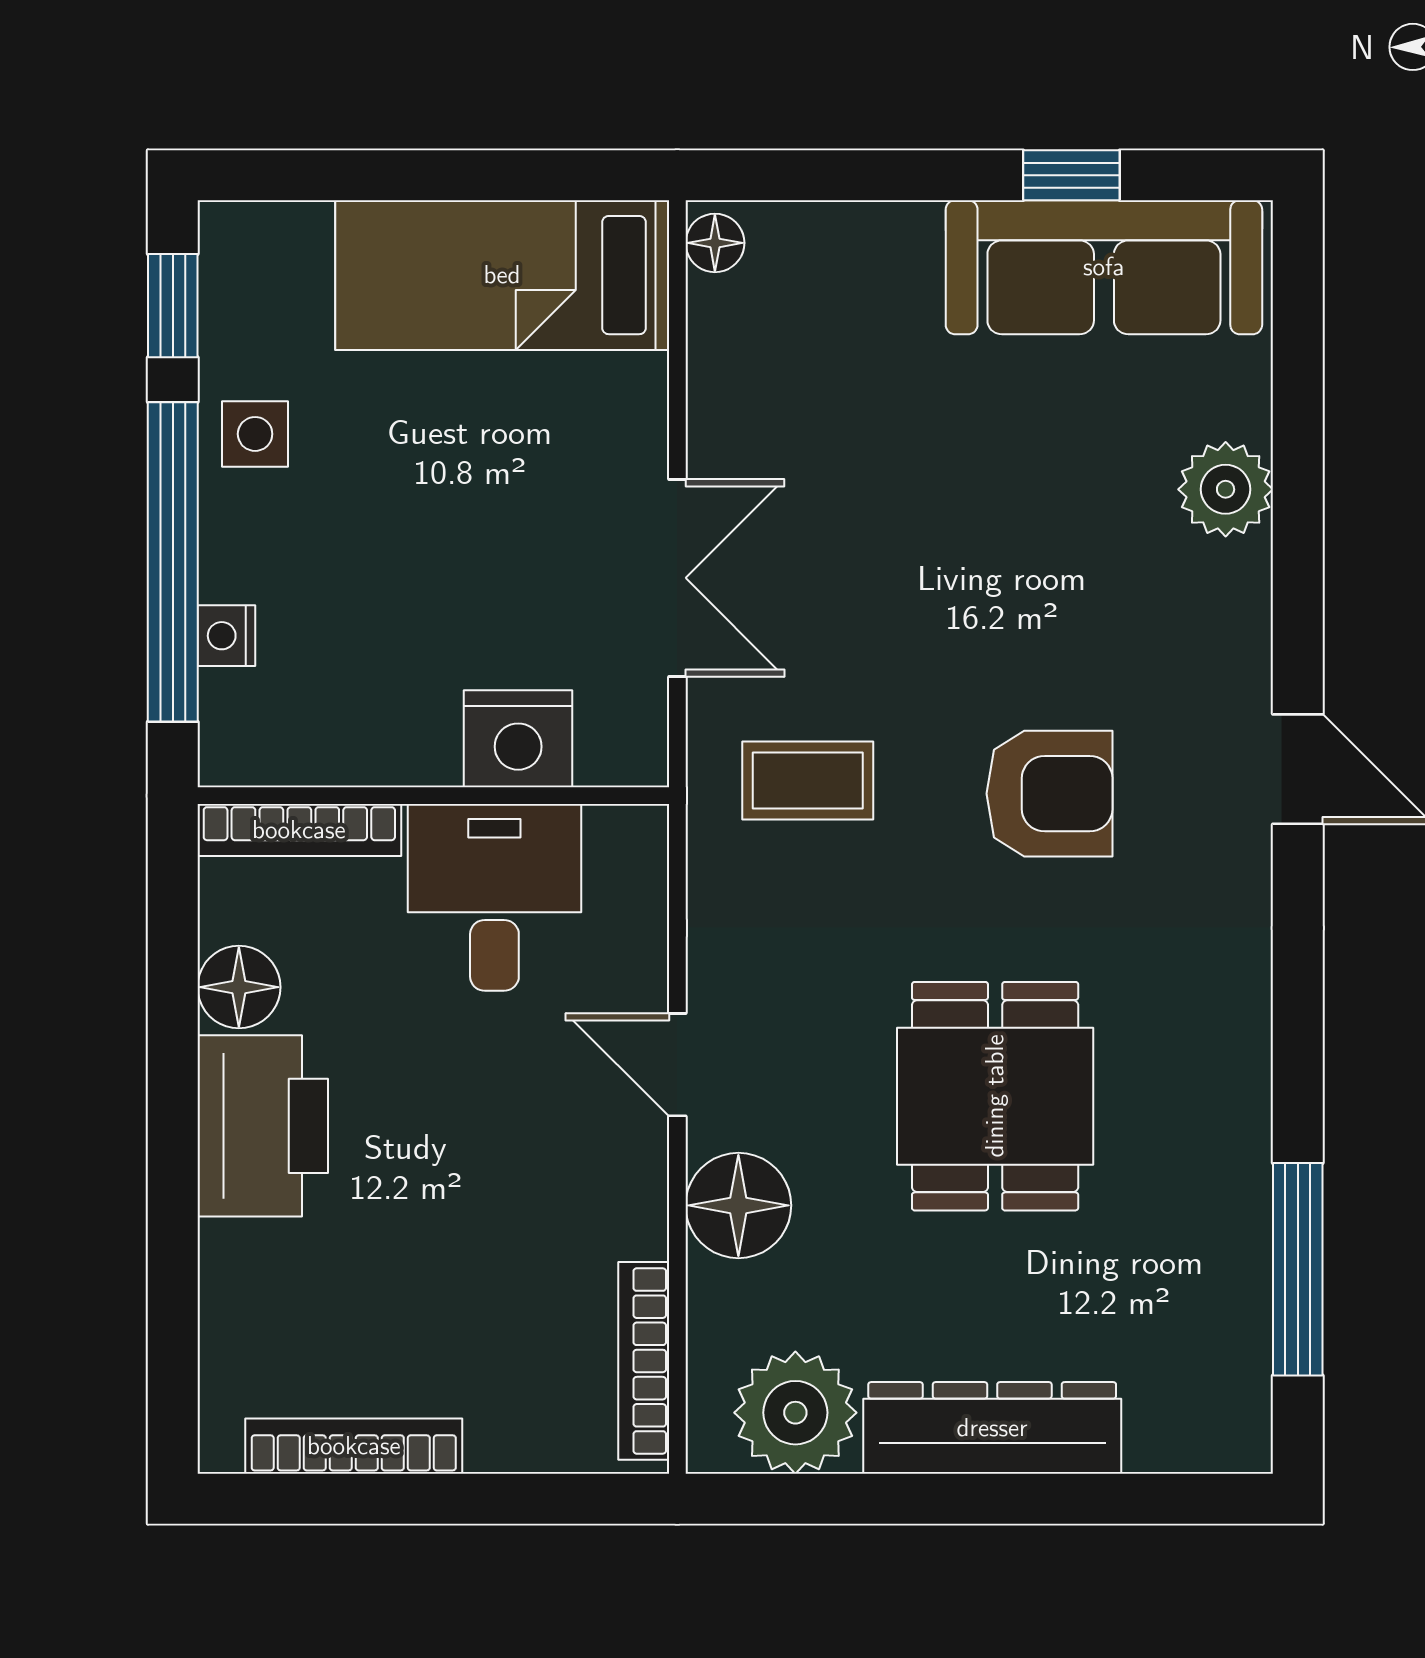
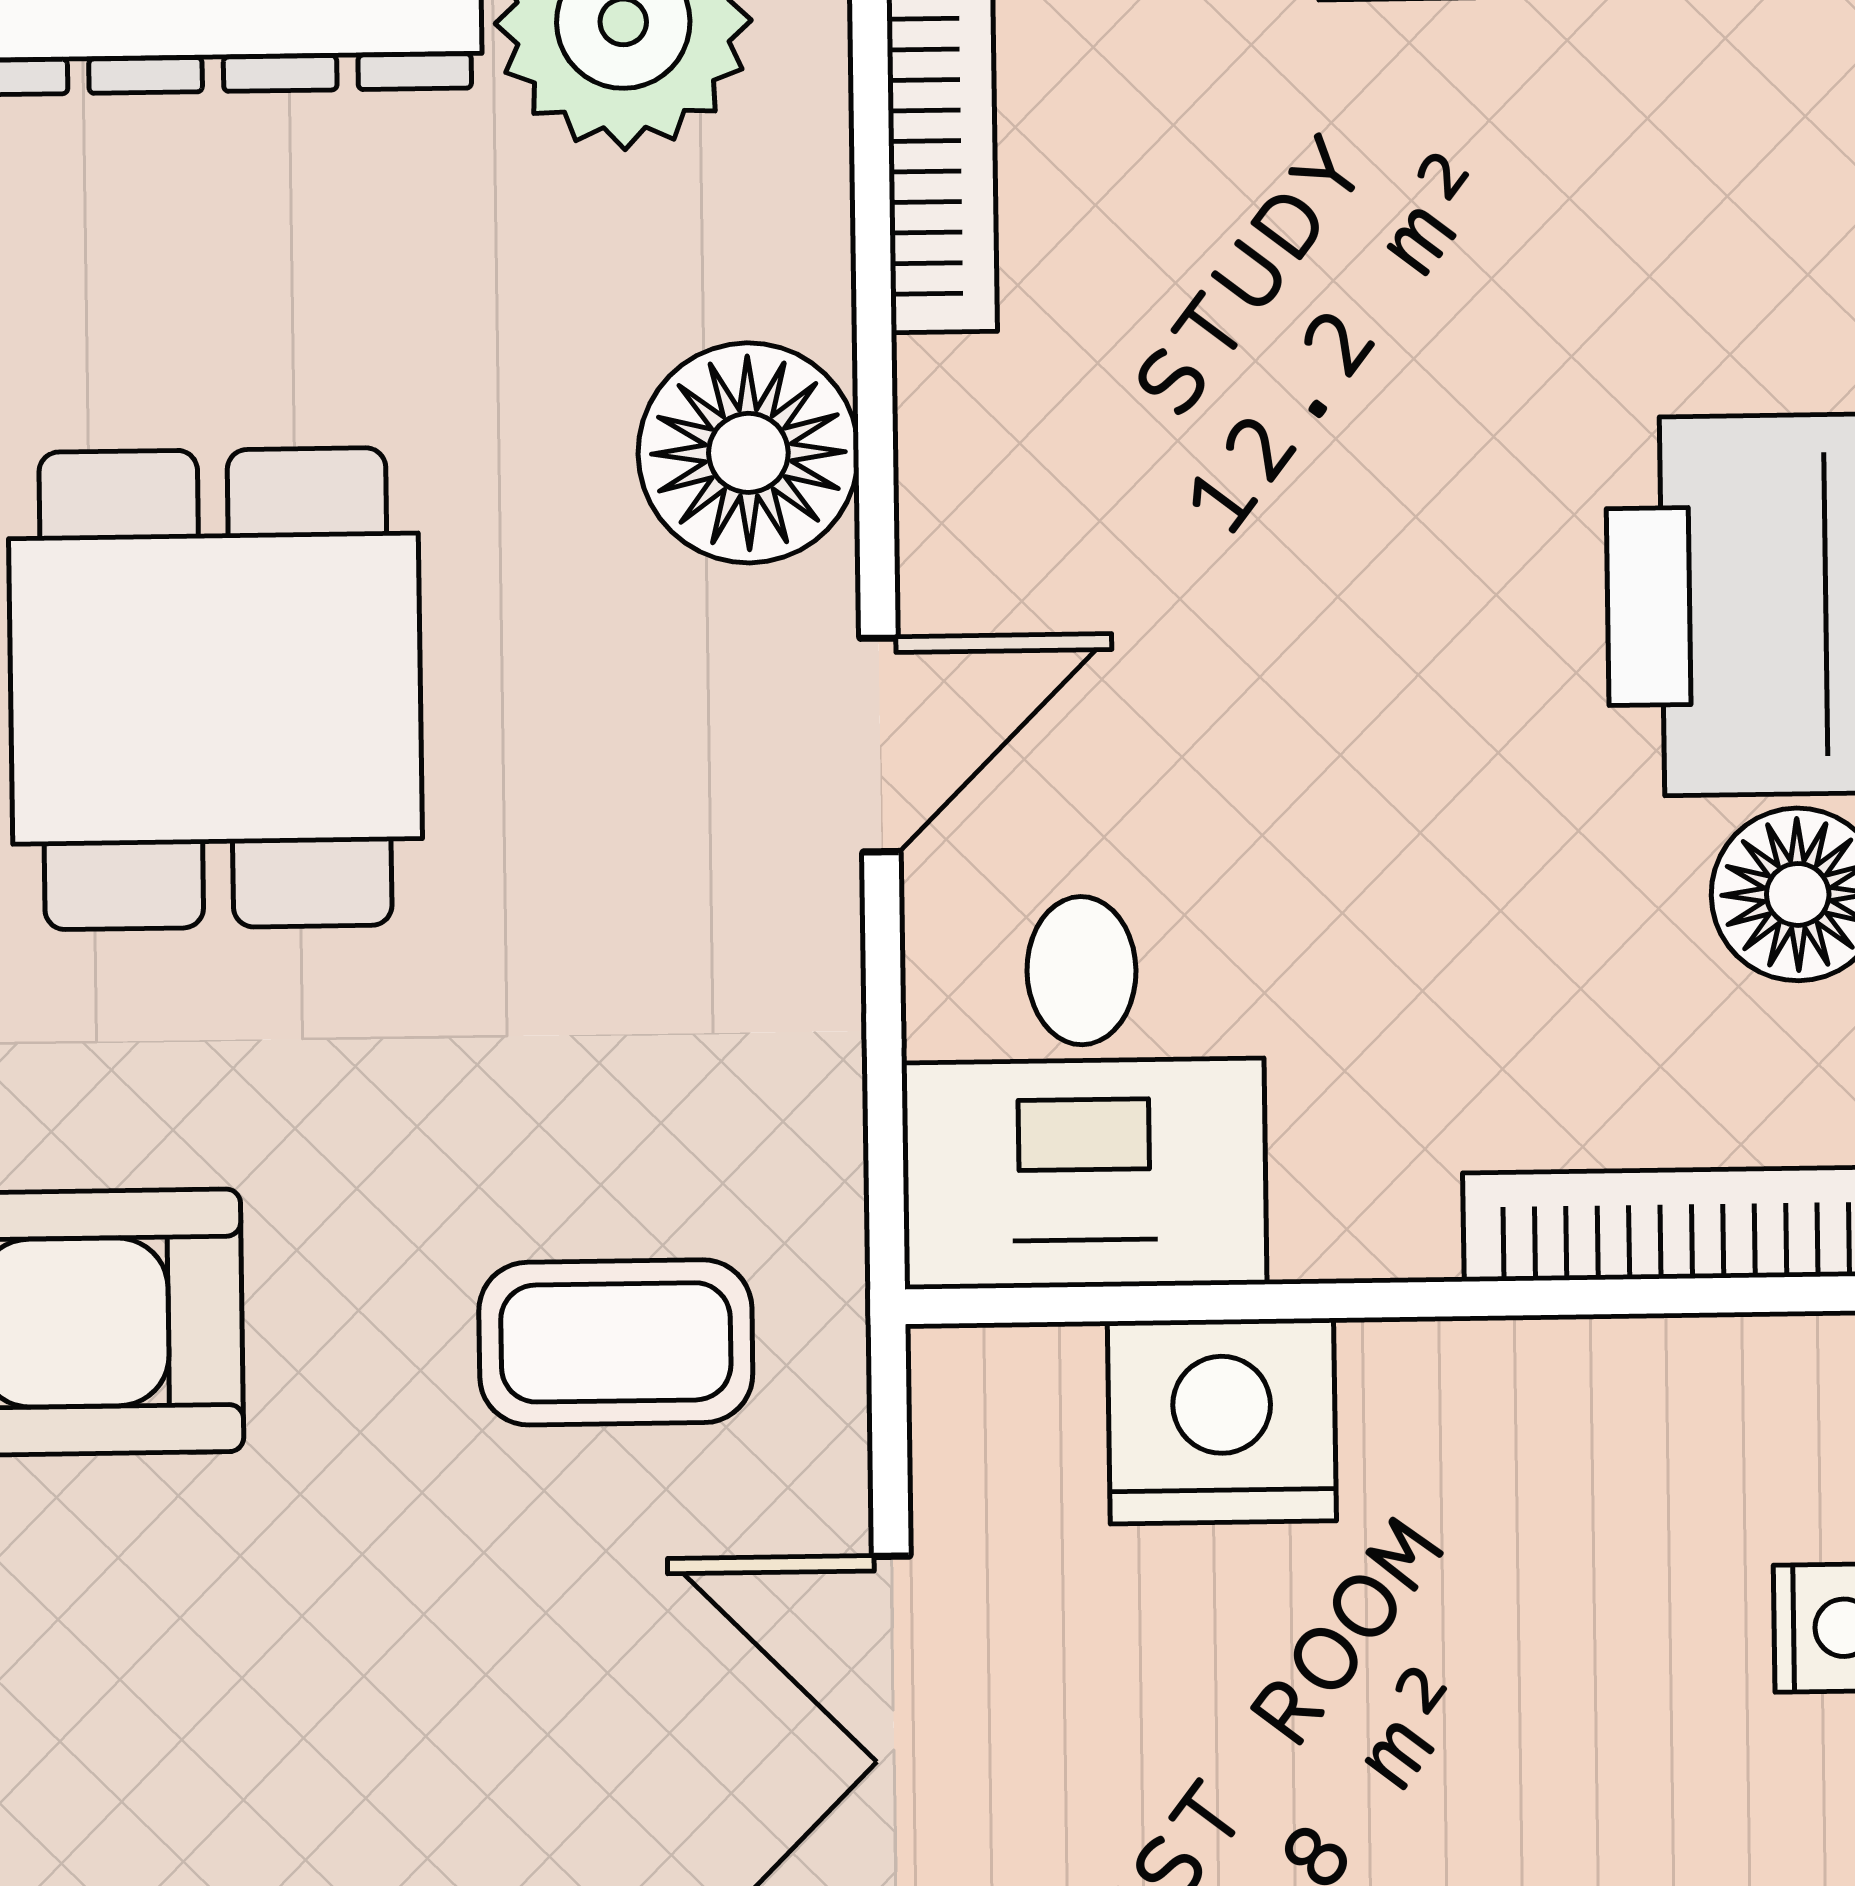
desk: (494, 897) -> (1083, 1092), moved
door: (677, 1065) -> (880, 745), hinge flipped

